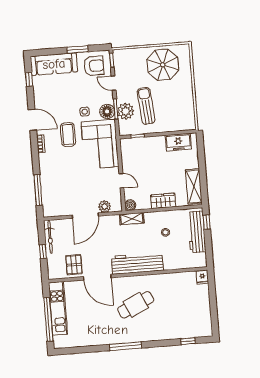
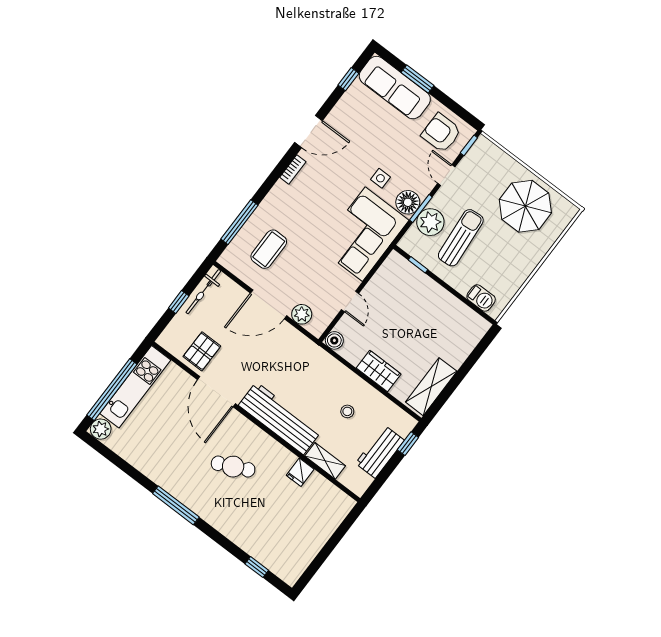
window: (78, 49) -> (418, 79), moved
armchair: (94, 66) -> (441, 133), turned 180
door: (32, 120) -> (309, 131), hinge flipped
barbecue: (180, 125) -> (481, 298), added
coffee table: (68, 135) -> (269, 249), moved
freezer: (178, 142) -> (460, 316), removed
shelving: (132, 219) -> (325, 461), moved
workbench: (197, 232) -> (380, 452), width x0.73
fridge: (202, 277) -> (300, 472), moved
cafe table: (136, 305) -> (233, 467), width x0.73, depth x0.74
plant: (60, 342) -> (101, 429), added

